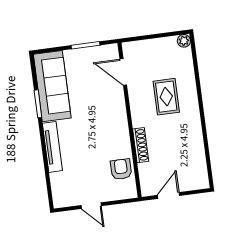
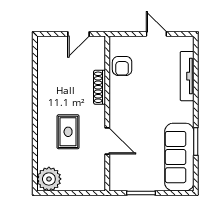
plant: (184, 41) -> (49, 179), width x1.87, depth x1.87
door: (123, 72) -> (107, 141), moved
tv unit: (52, 147) -> (187, 76), moved

